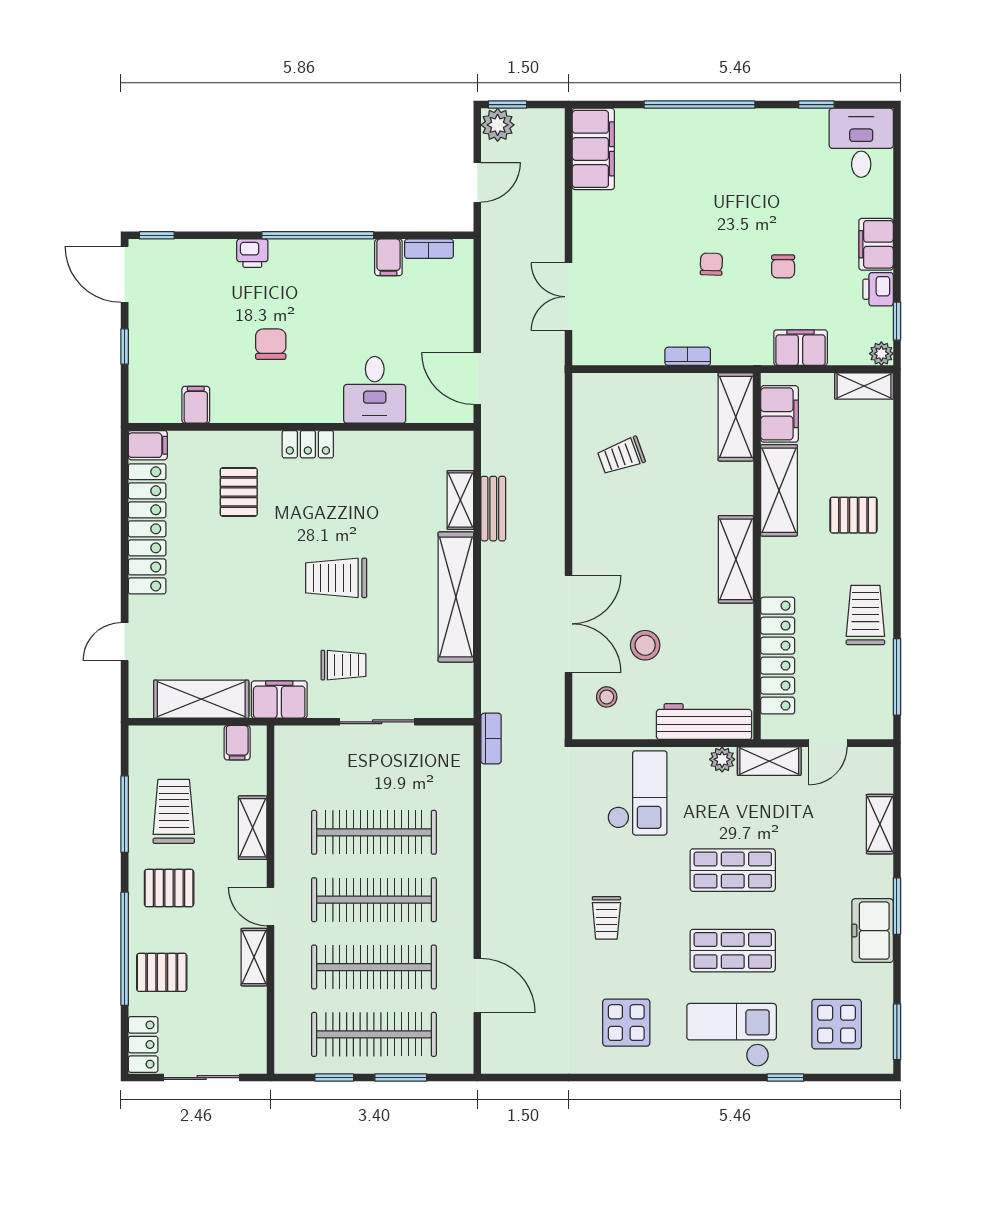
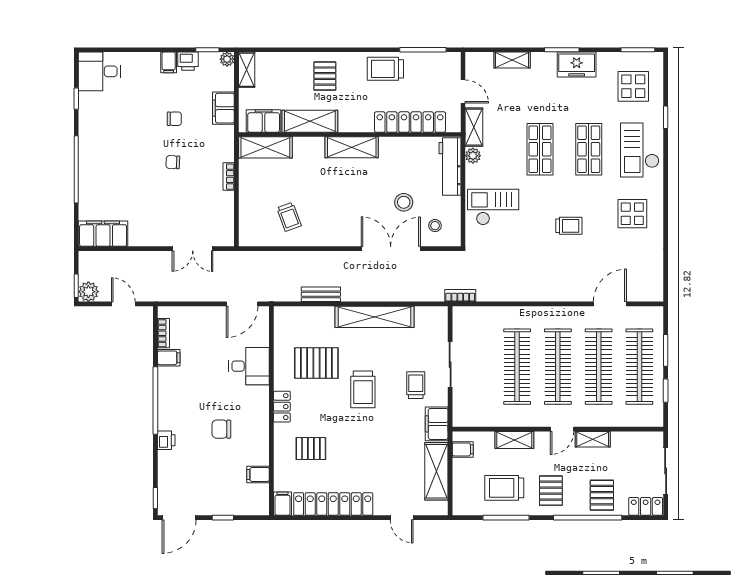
filing cabinet: (876, 244) -> (169, 62), width x0.50
shelving: (460, 500) -> (316, 314), removed
pallet: (380, 501) -> (316, 363), added

